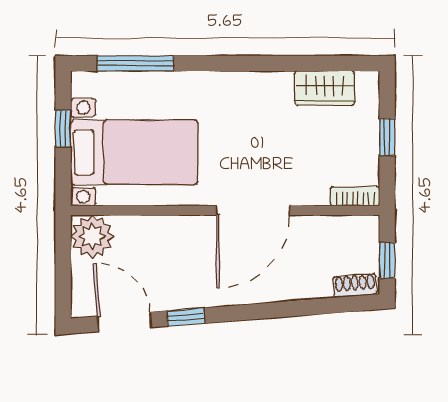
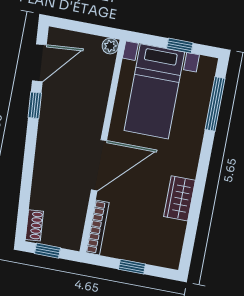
wardrobe: (324, 88) -> (179, 198), moved
bookcase: (355, 196) -> (97, 227), width x1.56
door: (253, 210) -> (99, 165), swing flipped
plant: (92, 236) -> (110, 46), width x0.53, depth x0.53

